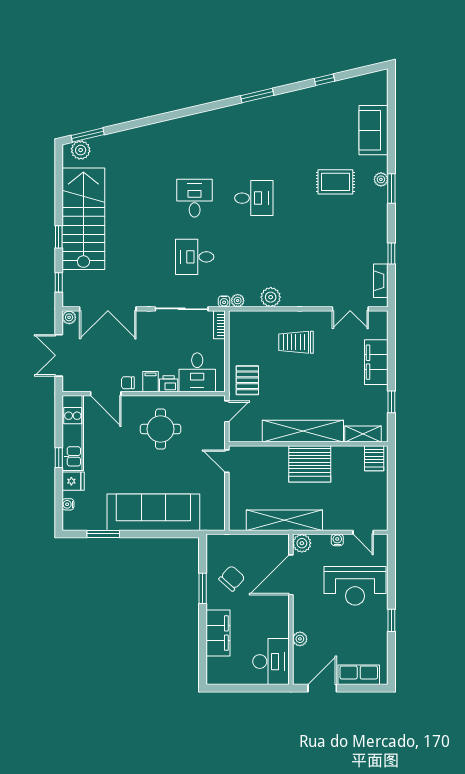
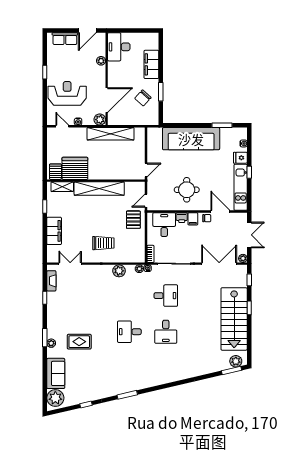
plant: (374, 90) -> (55, 398), added
door: (227, 461) -> (146, 170), hinge flipped
server rack: (310, 464) -> (75, 168), moved

